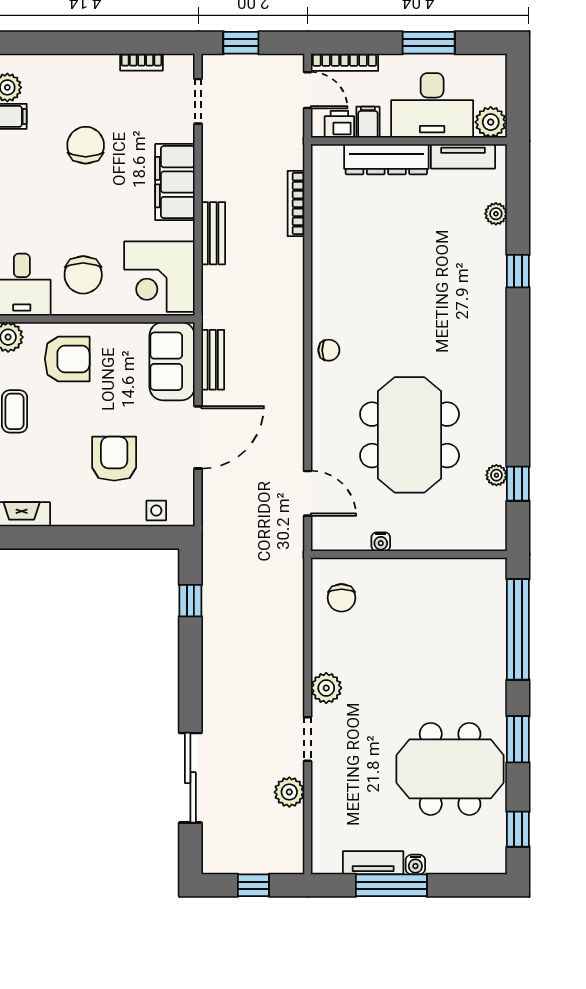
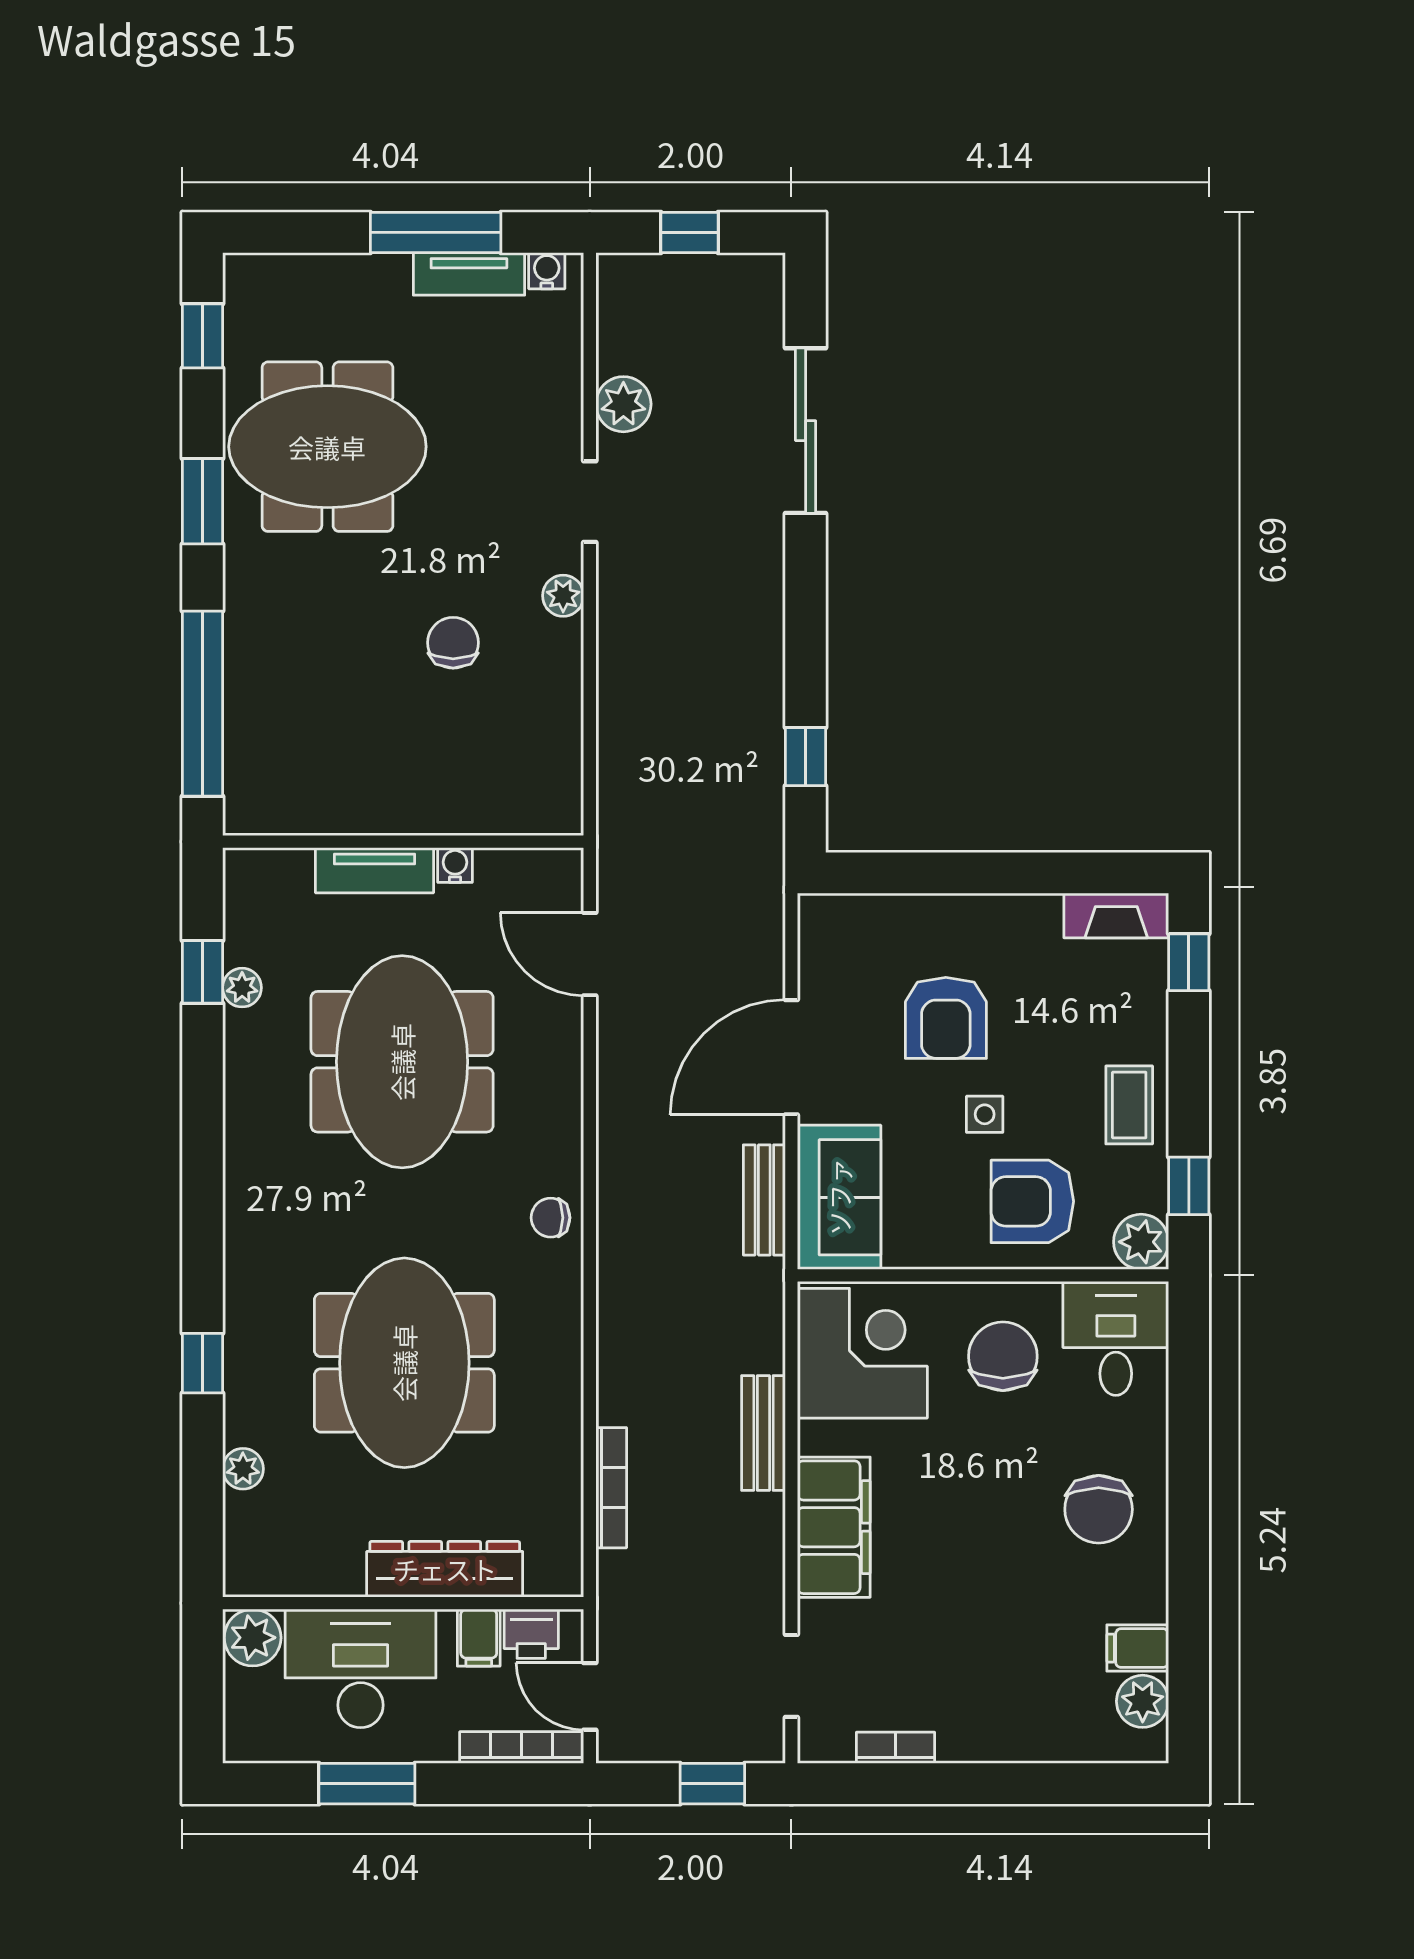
chair: (86, 145) -> (1099, 1509), moved
tv unit: (463, 156) -> (375, 870), moved, turned 180
meeting table: (408, 271) -> (404, 1363), added
side table: (156, 511) -> (985, 1114), moved
chair: (341, 598) -> (453, 643), moved
plant: (326, 688) -> (563, 596), width x0.73, depth x0.73
water cooler: (415, 865) -> (547, 271), moved

